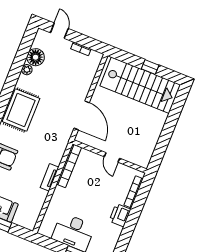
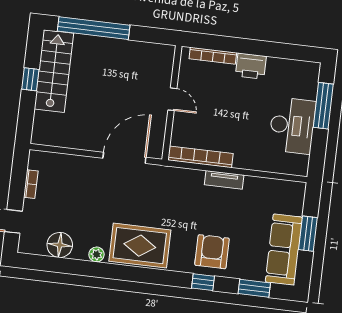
plant: (27, 70) -> (96, 254), moved
stairs: (140, 85) -> (54, 71), width x0.73, depth x0.66
window: (173, 118) -> (94, 28), added
door: (112, 157) -> (172, 99), hinge flipped

